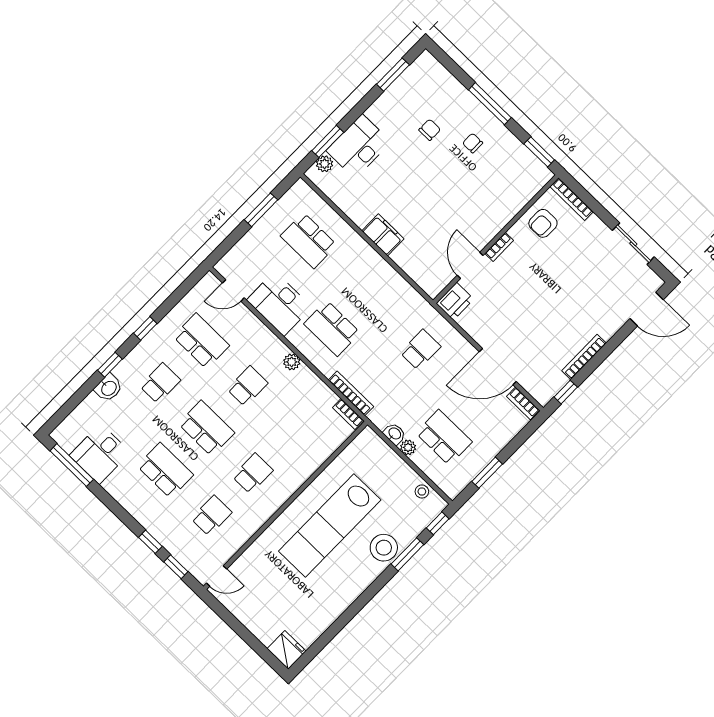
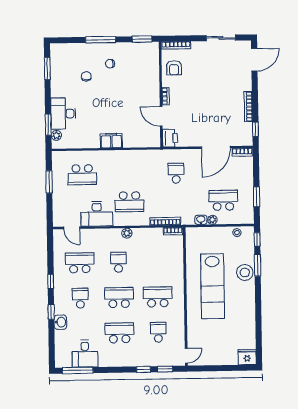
door: (233, 290) -> (72, 228), hinge flipped
school desk: (253, 473) -> (158, 297), width x1.85

